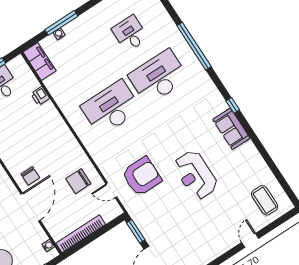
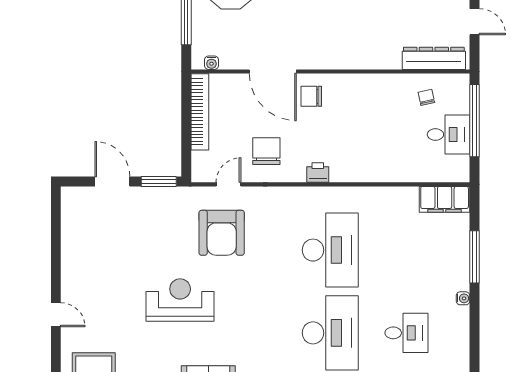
water cooler: (59, 34) -> (463, 298), moved
printer: (40, 96) -> (318, 173), moved

